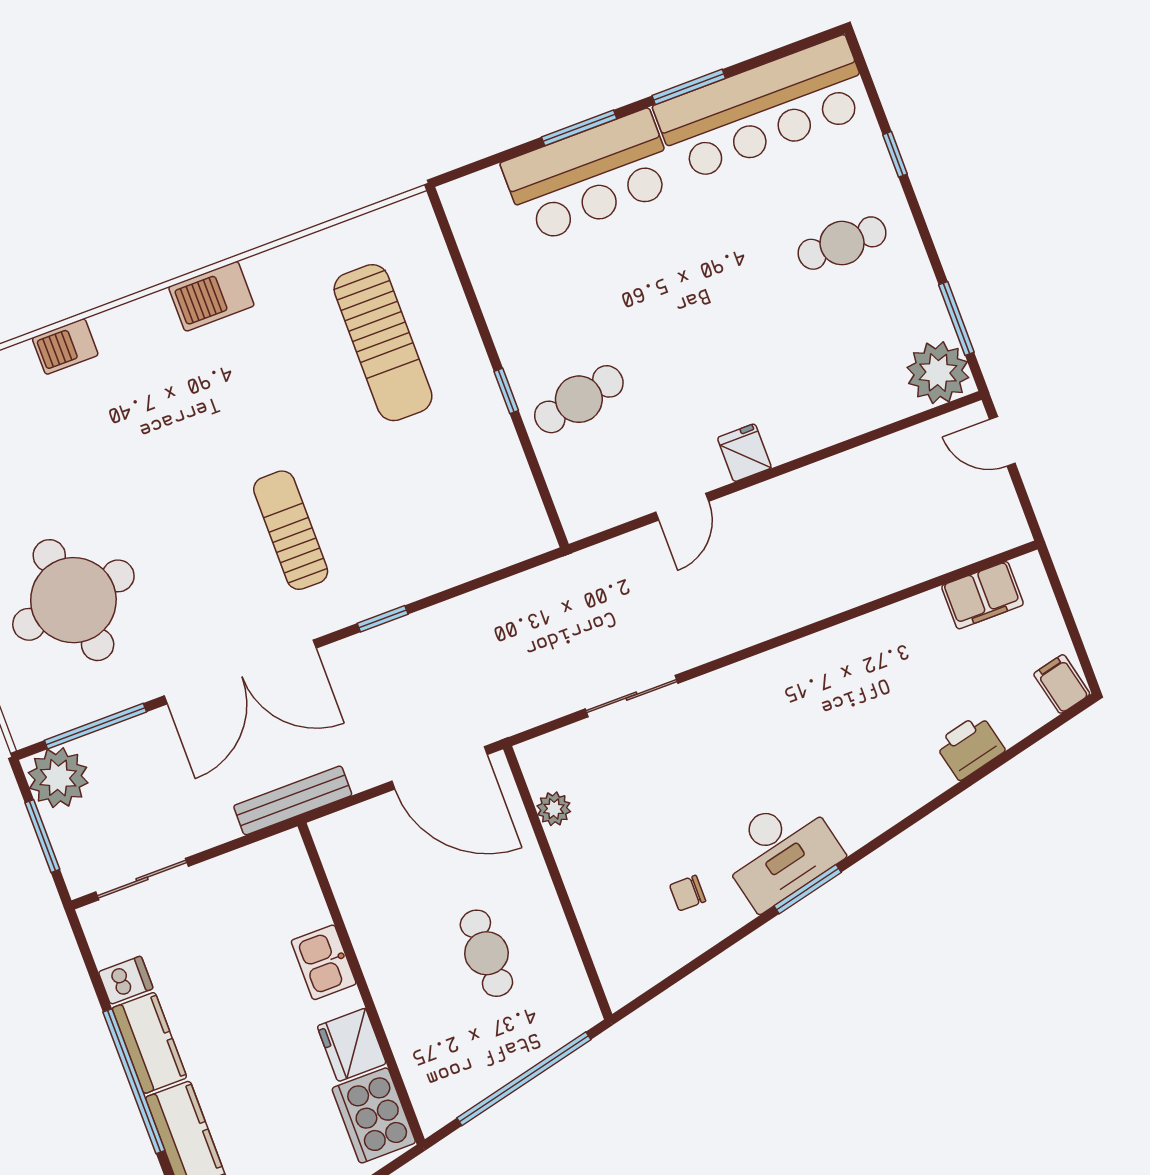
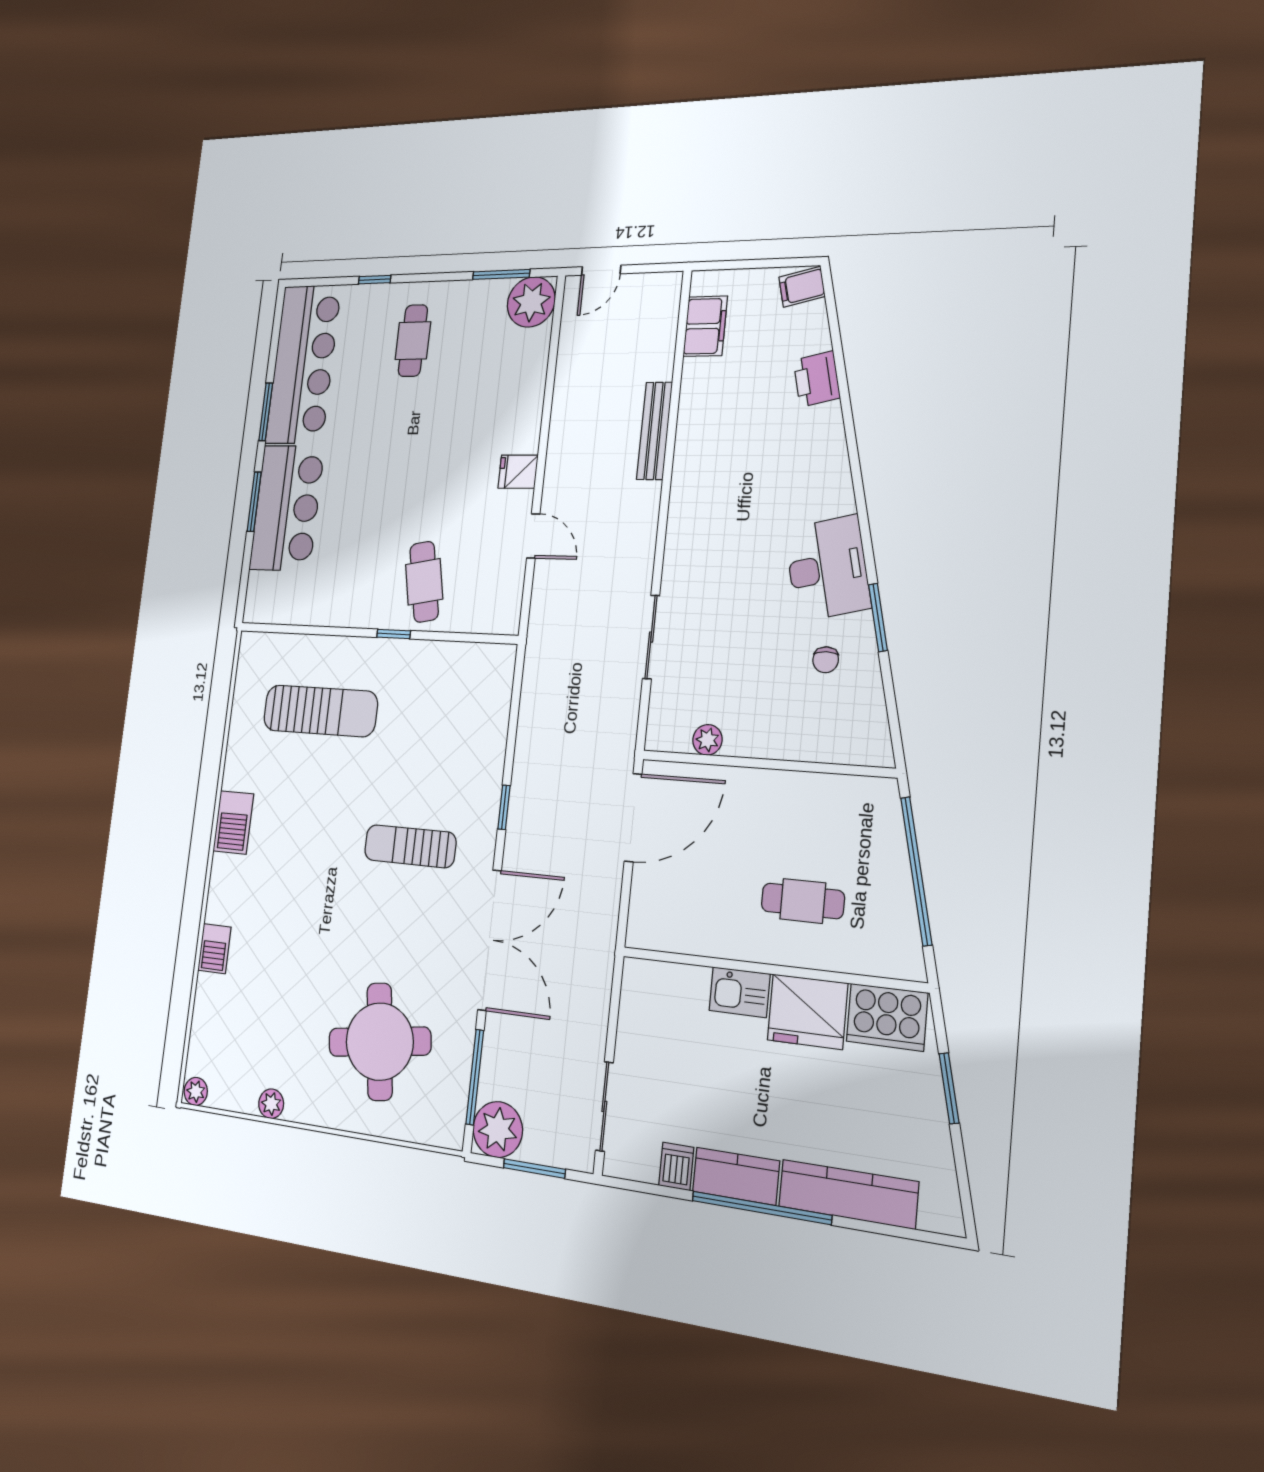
bench: (293, 800) -> (655, 431), moved
window: (808, 889) -> (878, 617), moved
cafe table: (486, 953) -> (803, 901), moved
fridge: (352, 1045) -> (807, 1012), width x1.36, depth x1.34

